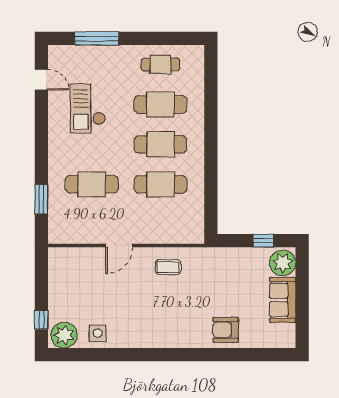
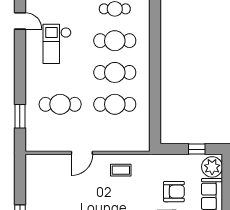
armchair: (235, 294) -> (174, 192), added

